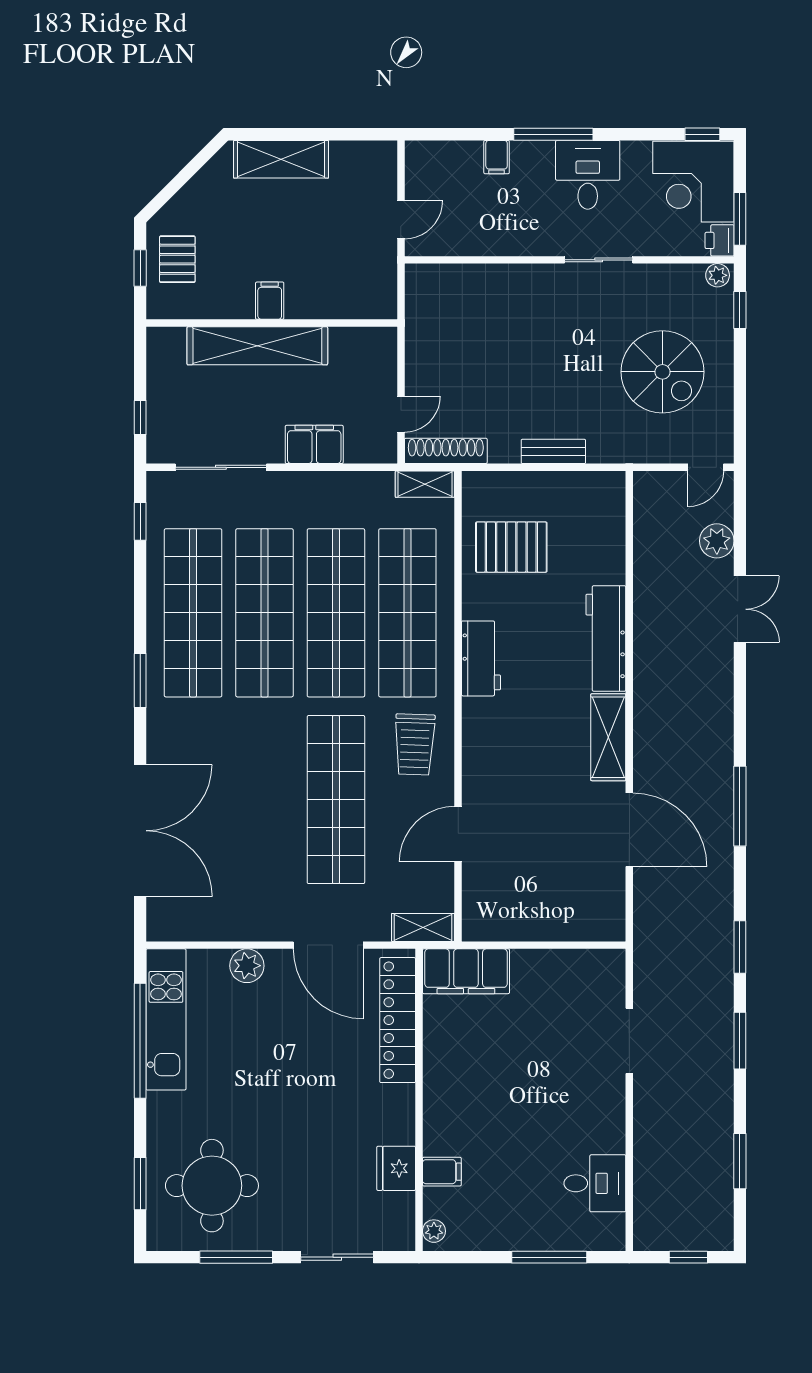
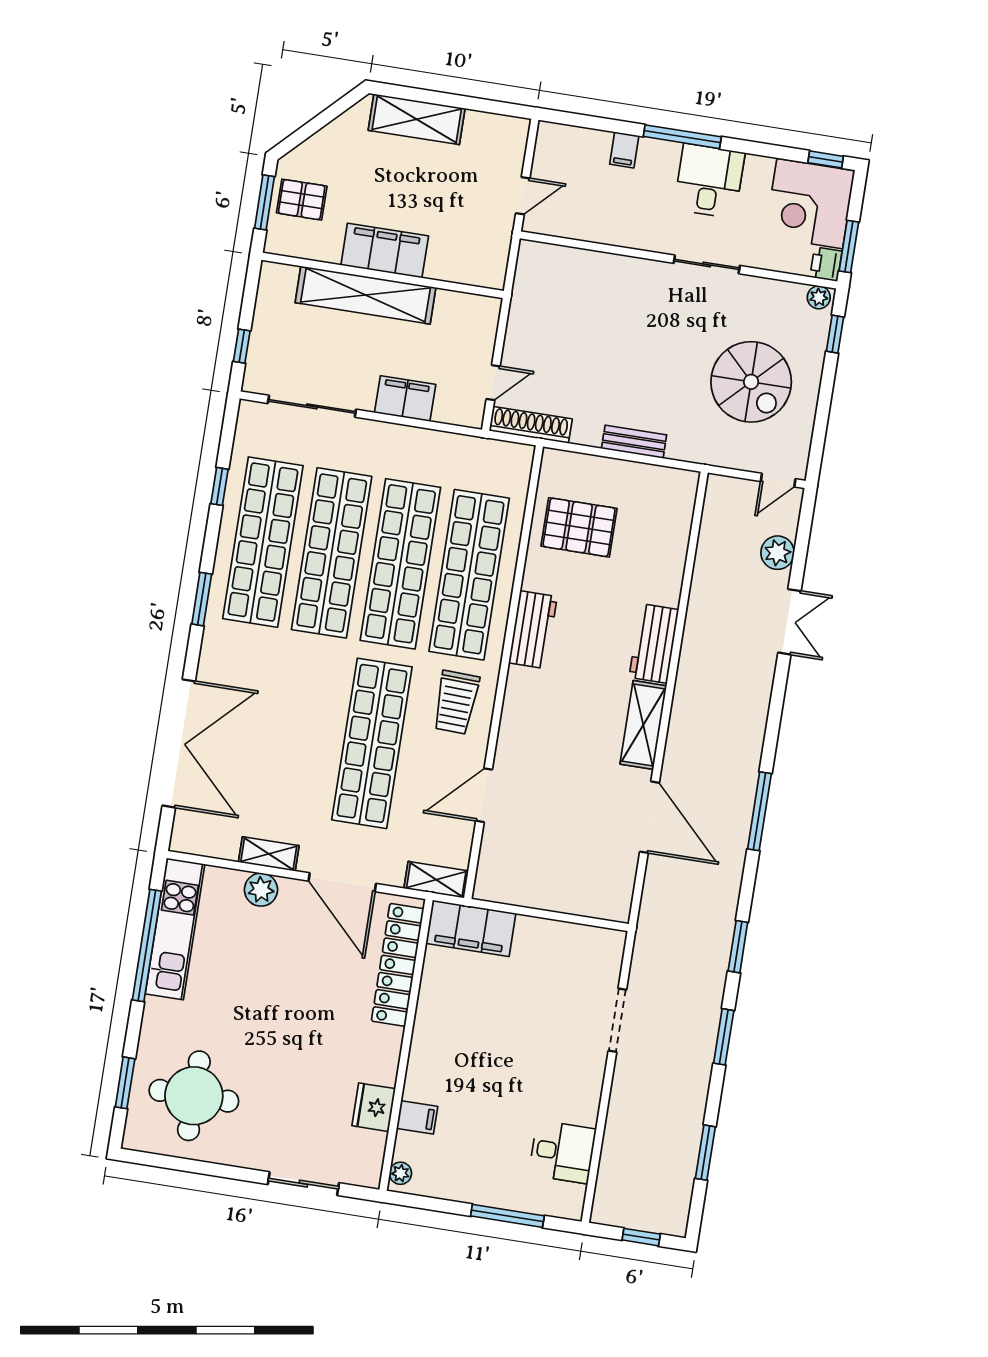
pallet: (177, 259) -> (302, 200), turned 90
window: (140, 268) -> (264, 202), width x1.50
filing cabinet: (270, 301) -> (385, 251), width x3.00, depth x1.17
shelving: (425, 484) -> (269, 854), moved
window: (140, 521) -> (220, 486), moved
workbench: (606, 638) -> (654, 643), width x0.73
window: (236, 1257) -> (206, 1168), removed

